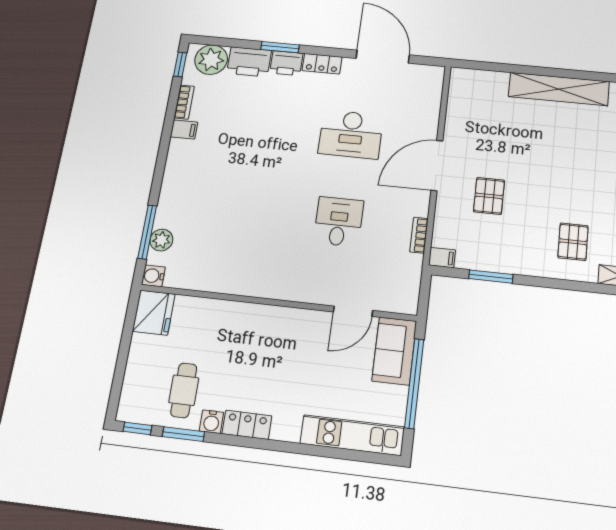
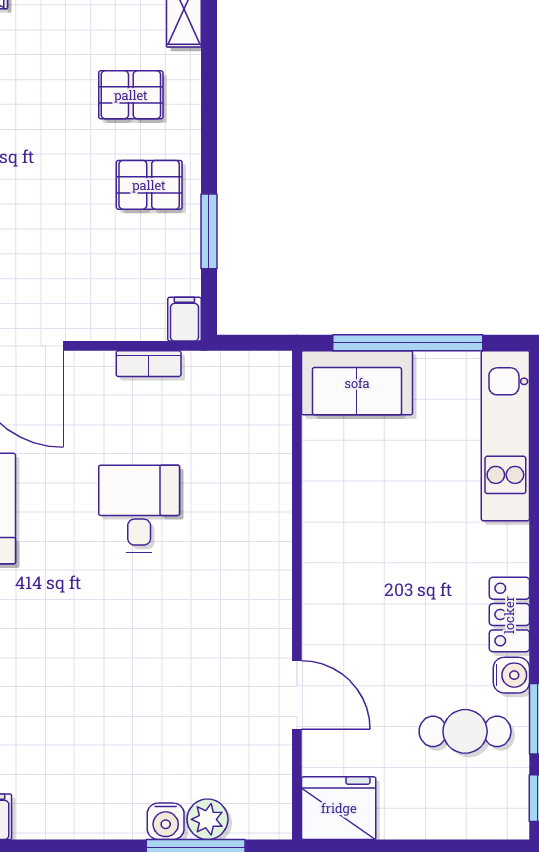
pallet: (489, 196) -> (149, 185), moved
desk: (339, 222) -> (139, 509), turned 90
water cooler: (153, 276) -> (166, 821), moved
door: (353, 311) -> (297, 695), moved

